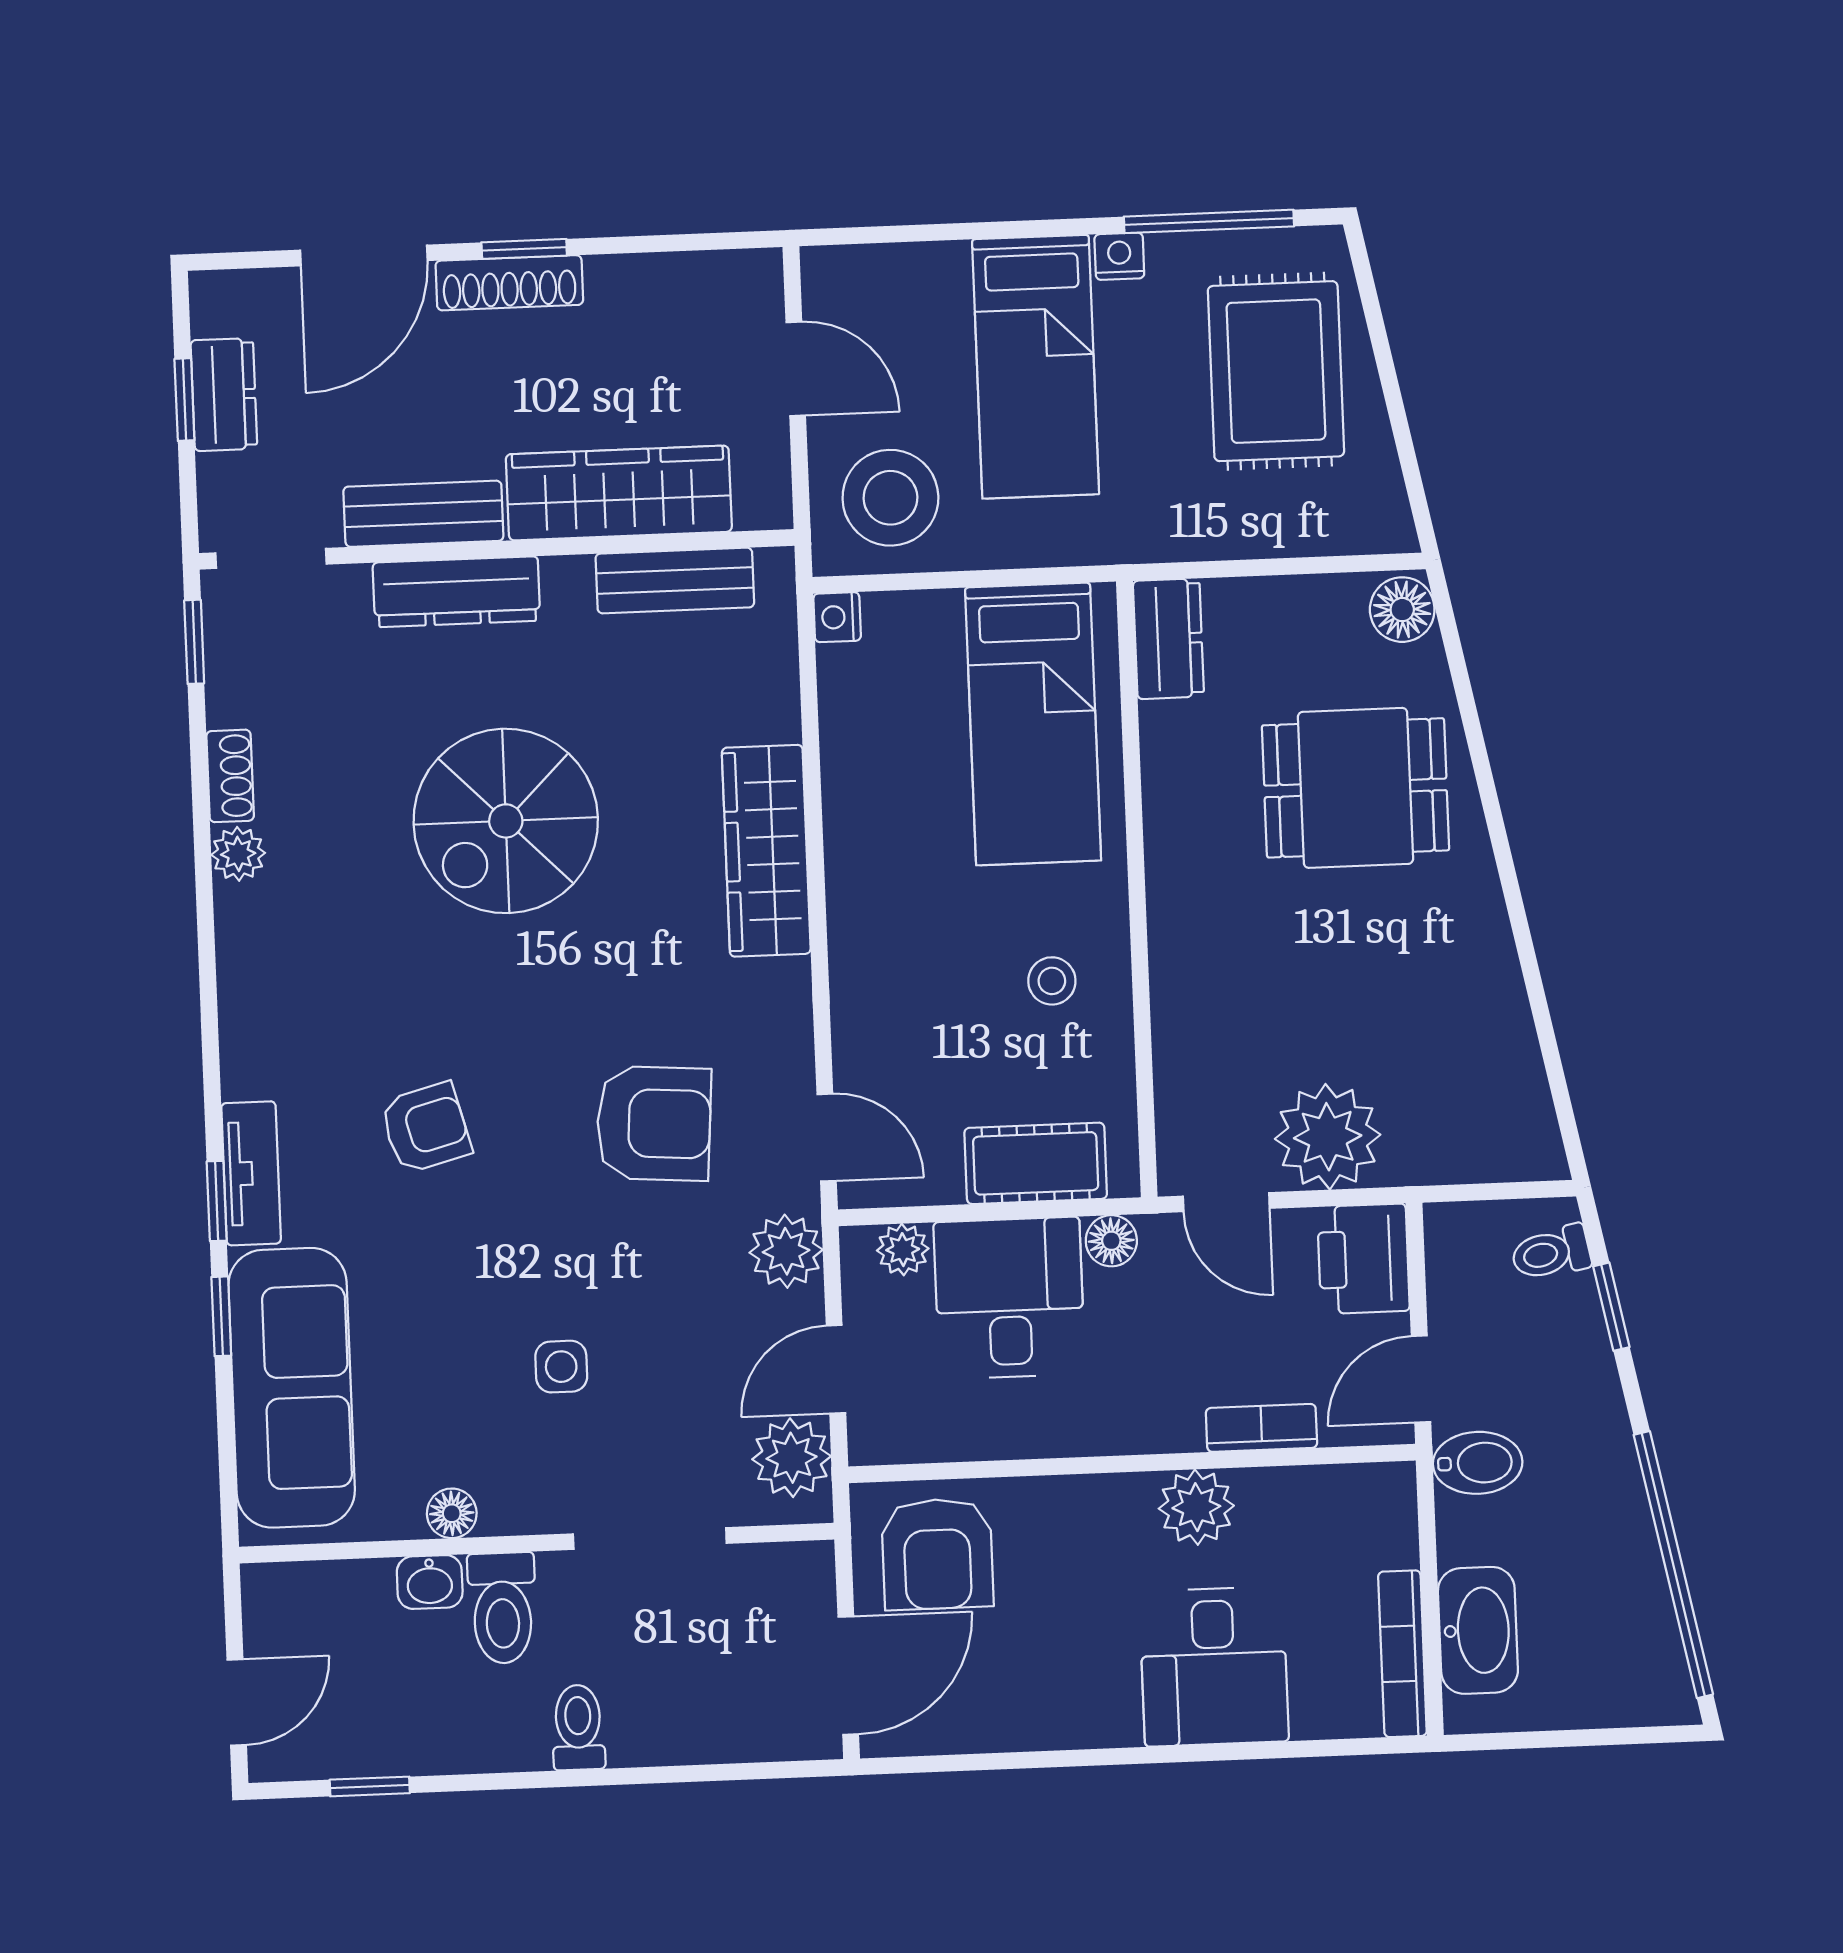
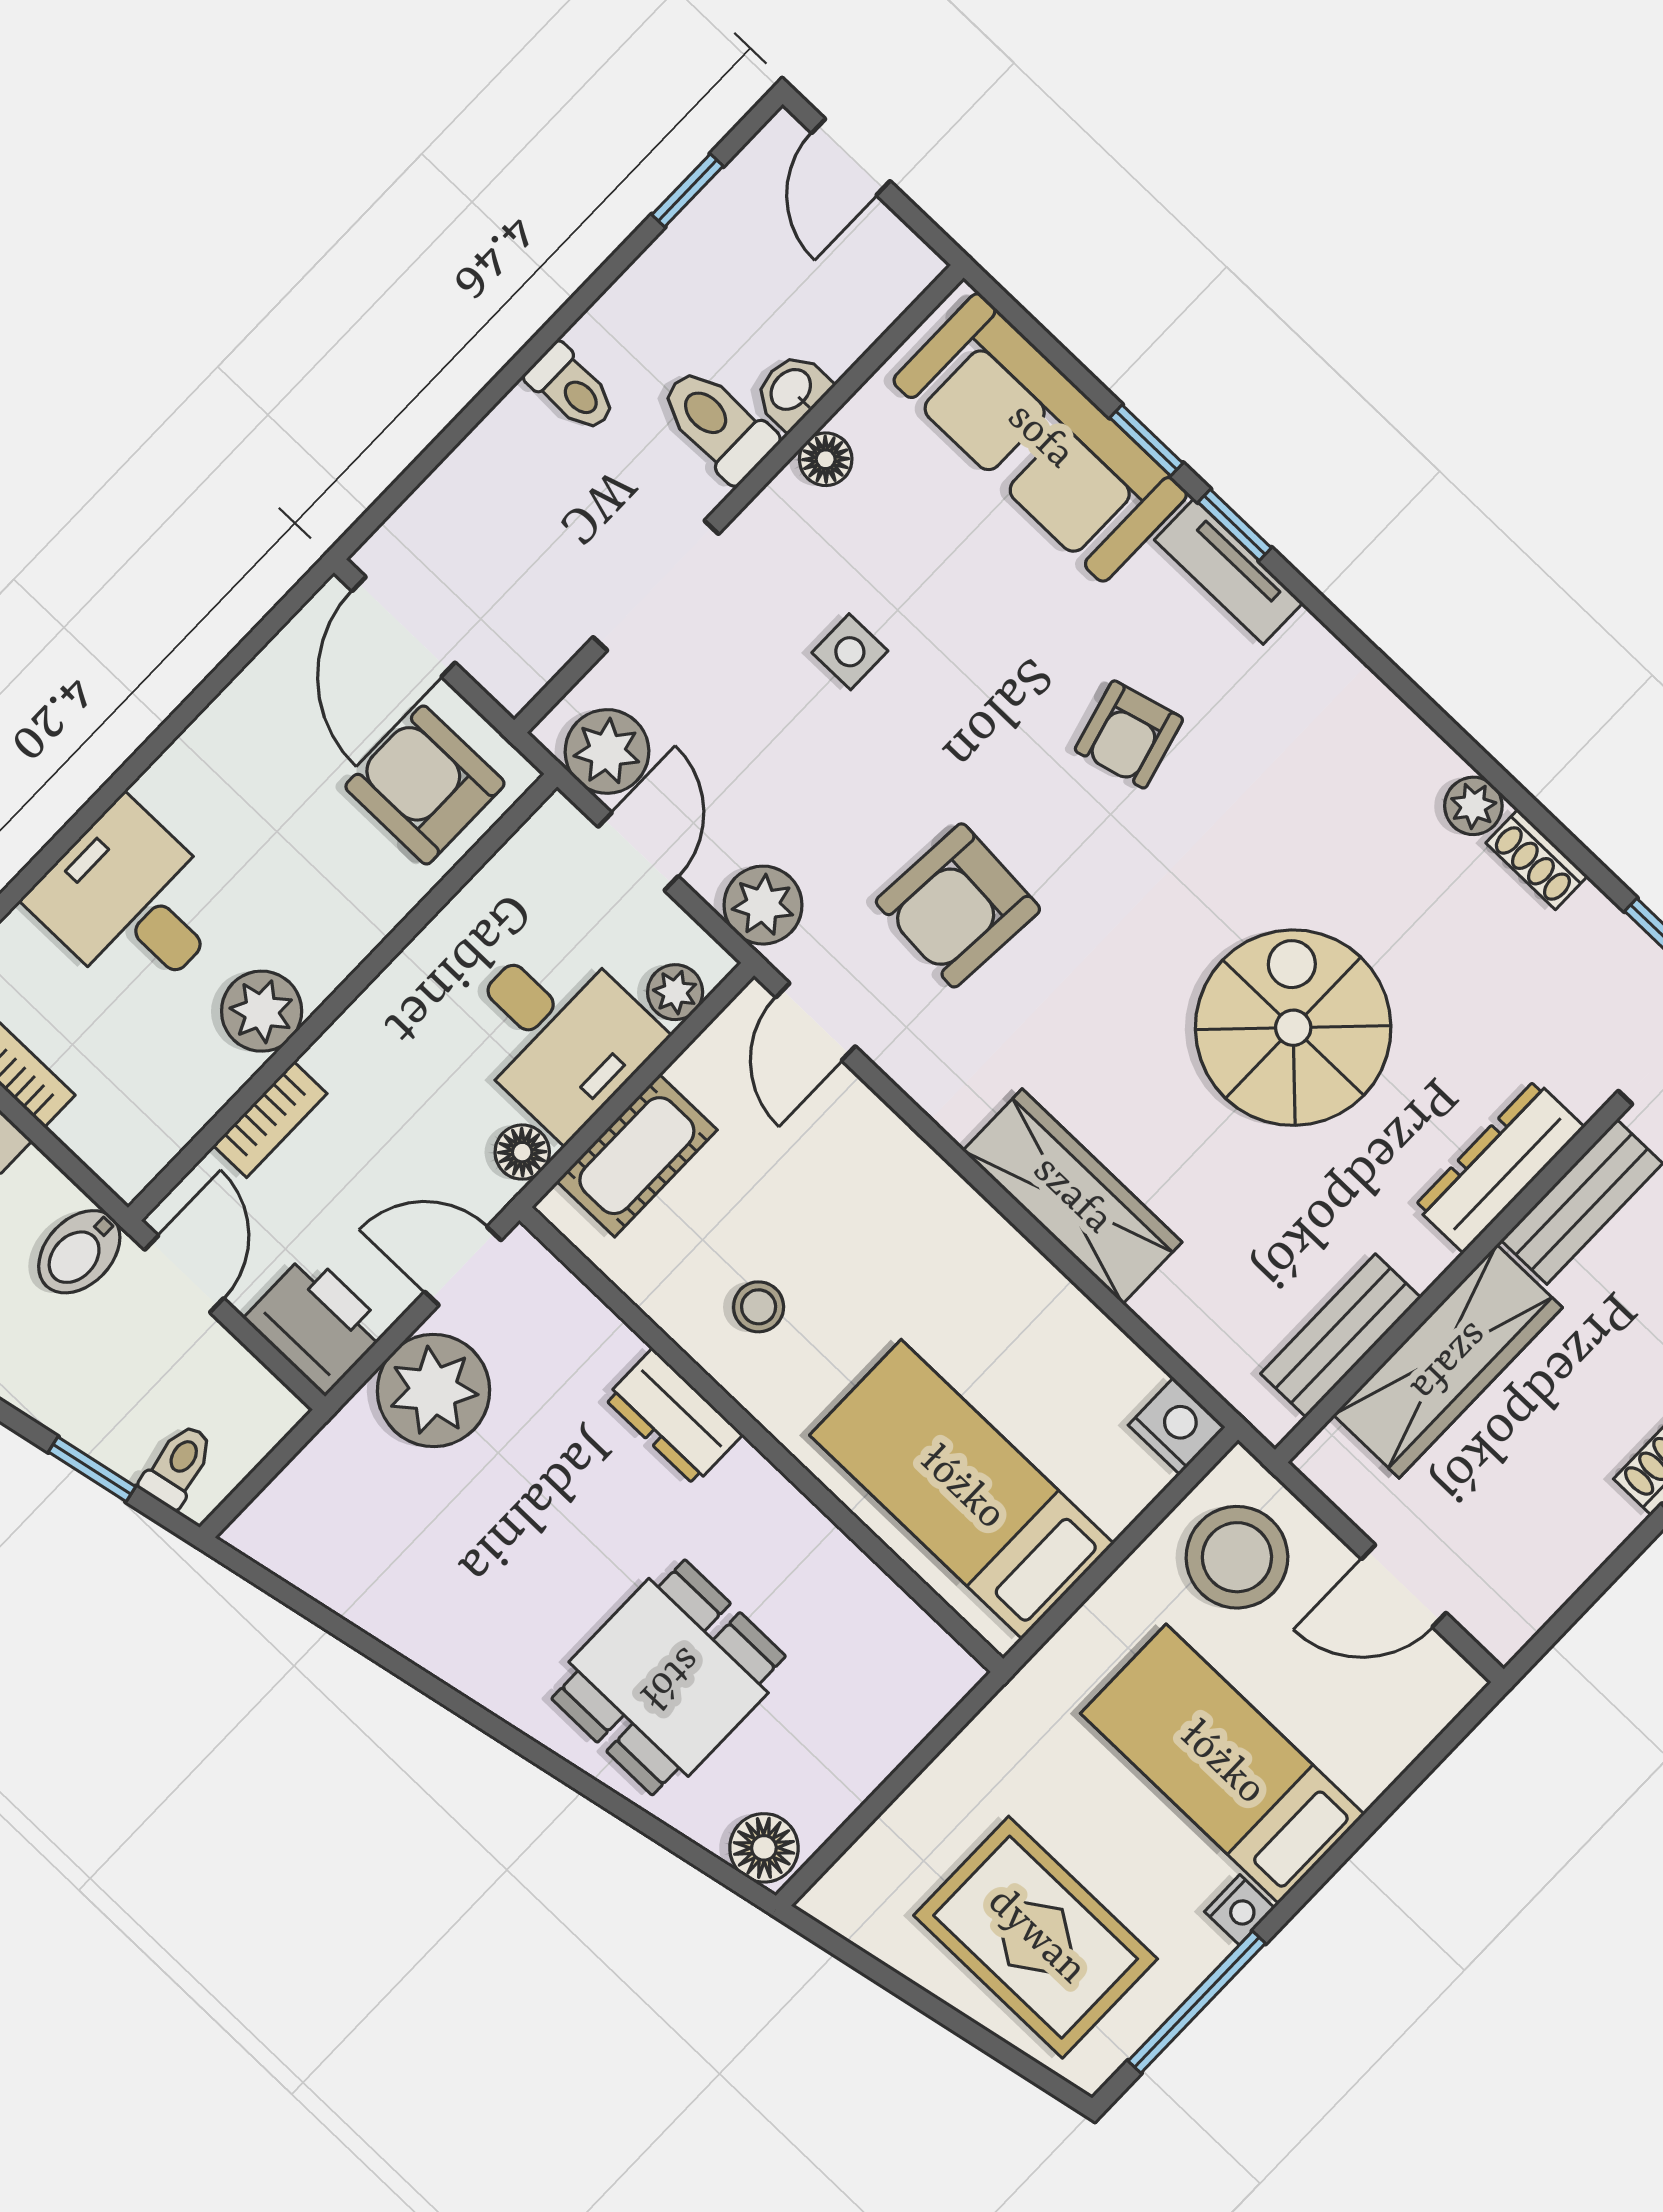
nightstand: (837, 617) -> (1177, 1426), width x1.39, depth x1.35
dresser: (1168, 639) -> (674, 1417), moved
door: (827, 1138) -> (816, 1022), hinge flipped

